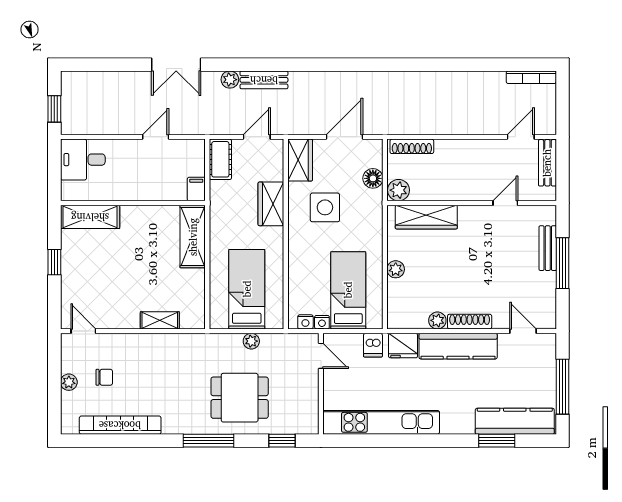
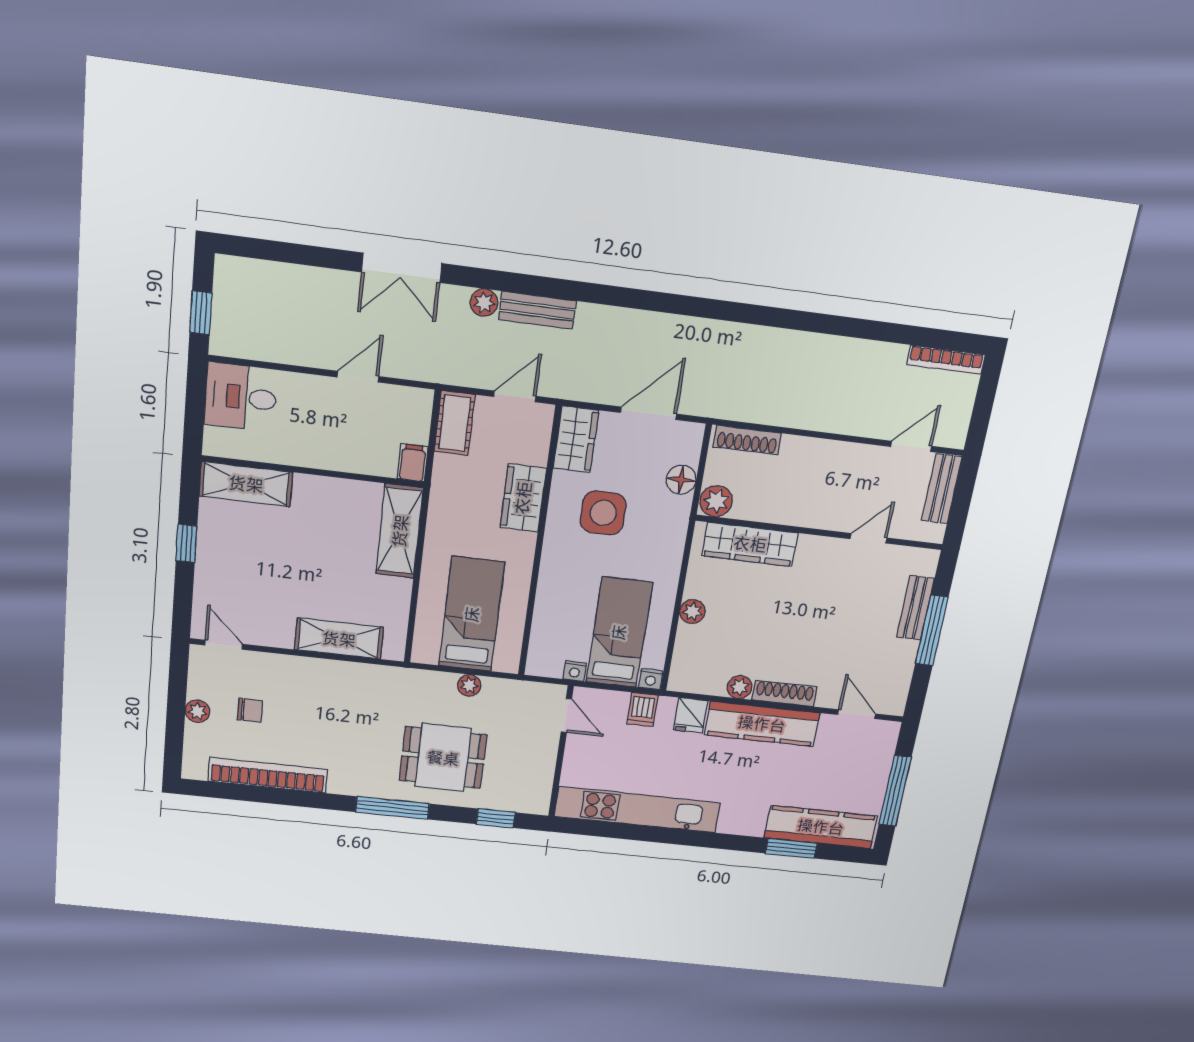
shelving: (160, 320) -> (339, 639), width x1.50, depth x1.33
nightstand: (305, 322) -> (651, 679), moved
fridge: (403, 346) -> (691, 715), width x0.72

